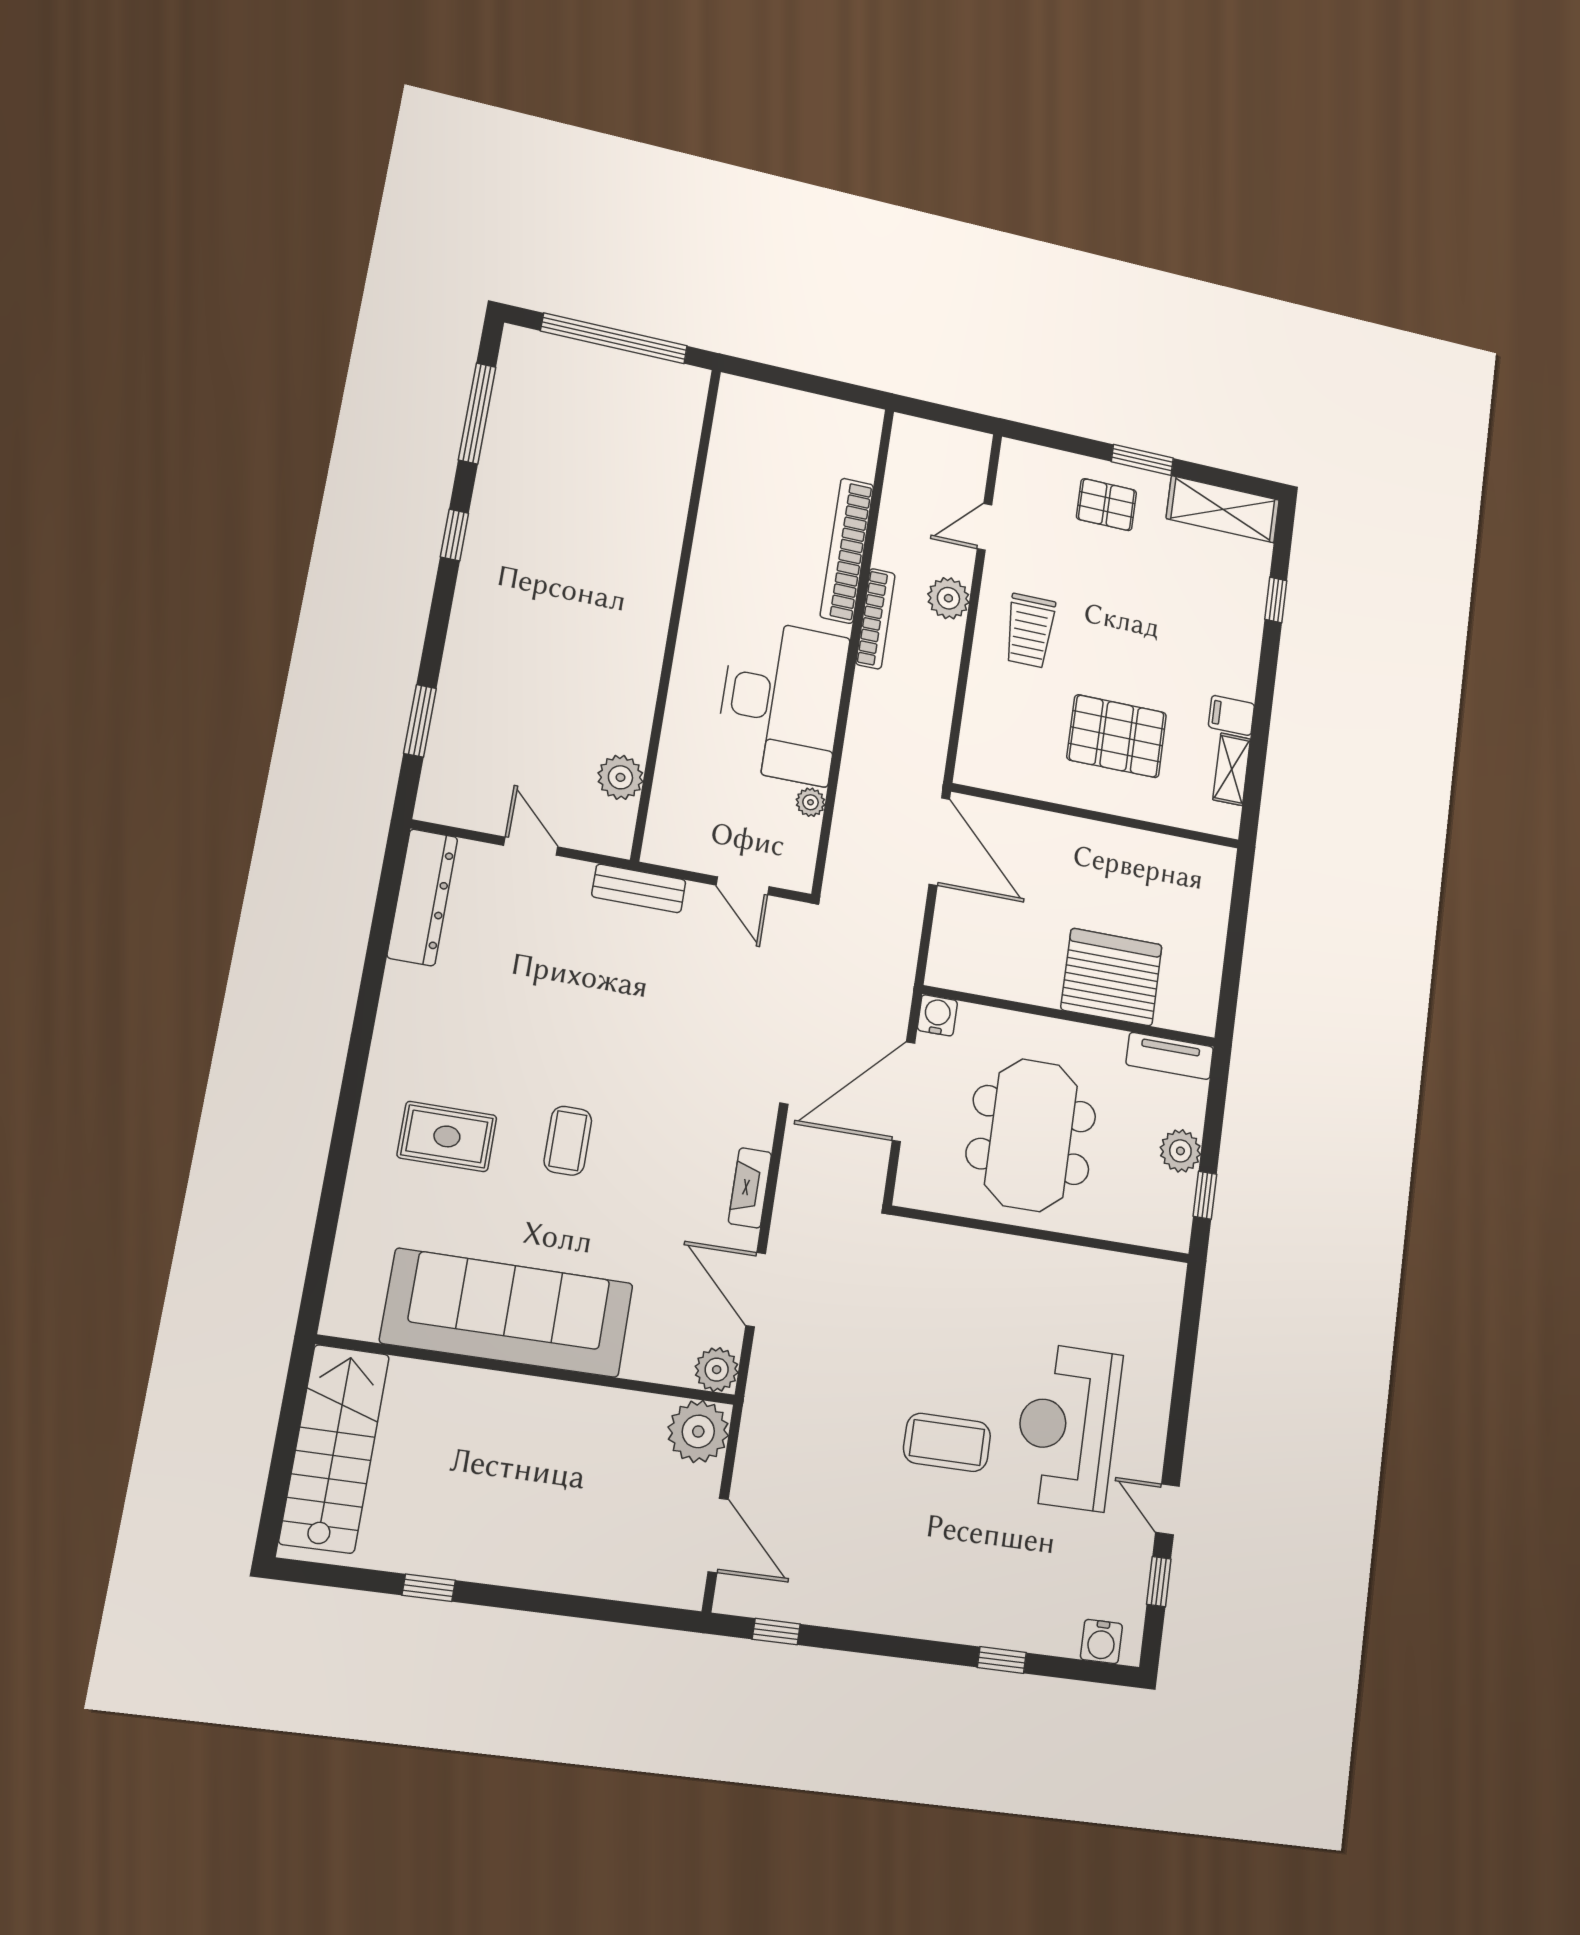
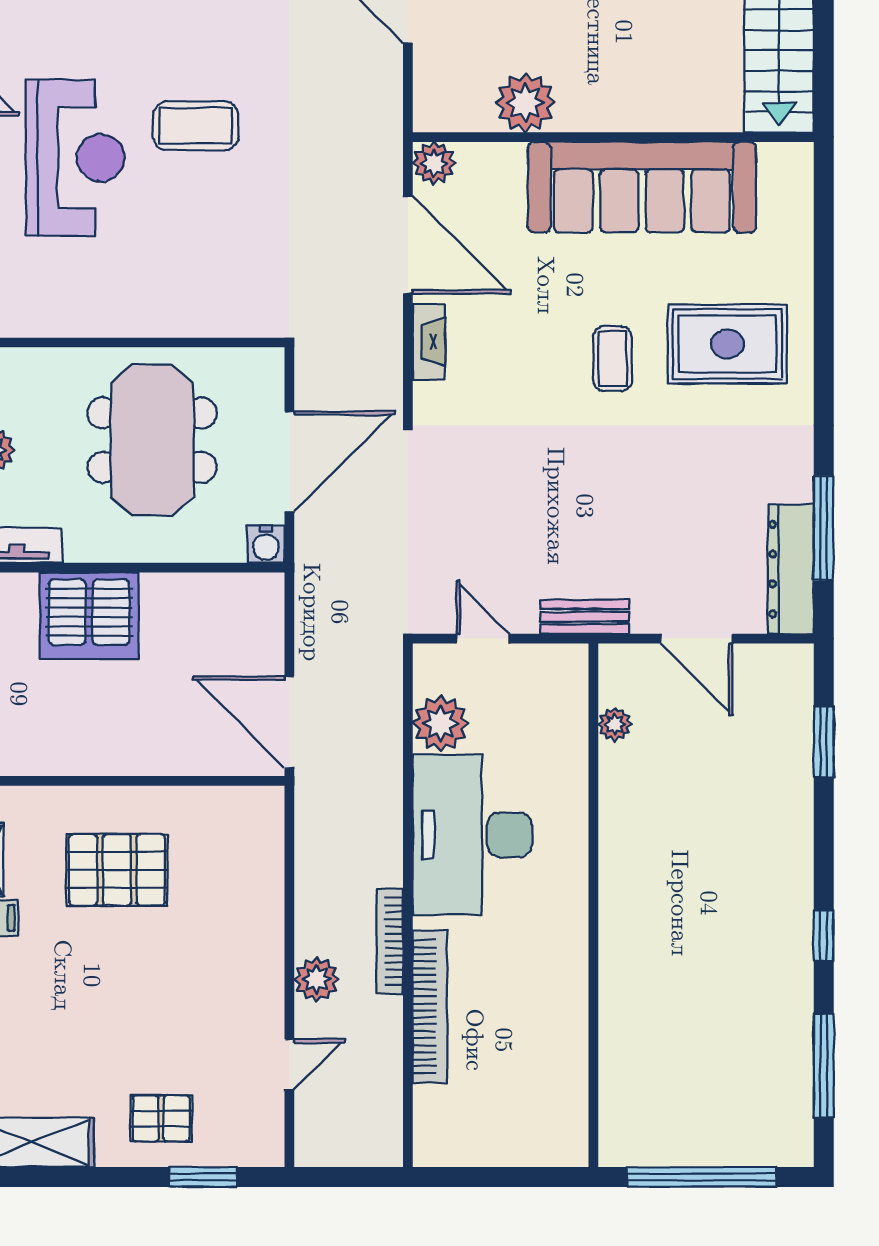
window: (1142, 460) -> (203, 1177), moved
trolley: (1030, 631) -> (226, 963), removed
plant: (620, 777) -> (615, 724), width x0.73, depth x0.73
plant: (810, 802) -> (441, 723), width x1.88, depth x1.88
door: (531, 846) -> (696, 639), width x1.38
window: (381, 932) -> (824, 528), added
rug: (447, 1136) -> (727, 344), width x1.36, depth x1.43
door: (756, 1290) -> (408, 245), width x1.36
plant: (698, 1431) -> (525, 103), moved

